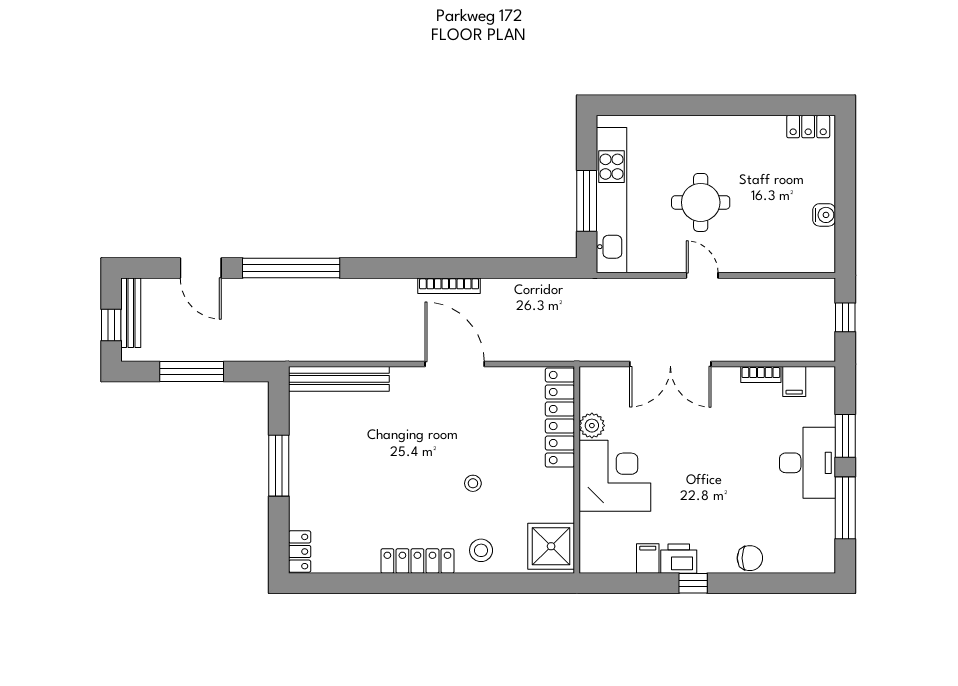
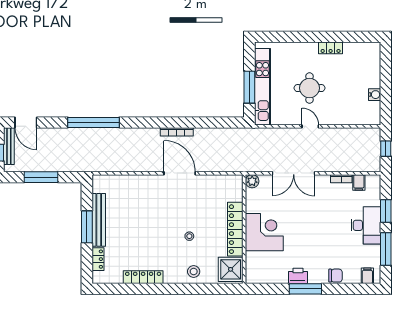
locker: (808, 127) -> (331, 48), moved
door: (201, 268) -> (26, 123), moved
bench: (339, 379) -> (99, 220), moved, turned 90
locker: (560, 418) -> (235, 229), moved
plant: (592, 426) -> (252, 181), moved
locker: (300, 552) -> (98, 259), moved
filing cabinet: (648, 559) -> (367, 276), moved
locker: (417, 561) -> (143, 277), moved
window: (693, 583) -> (305, 289), width x2.17

